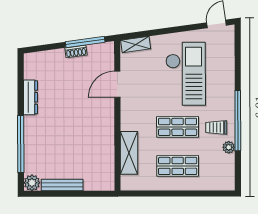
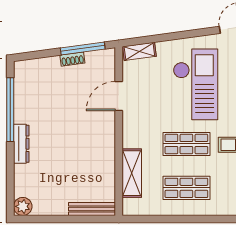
dresser: (30, 97) -> (21, 144), moved
window: (21, 144) -> (10, 110), moved
bench: (62, 185) -> (92, 209), moved

